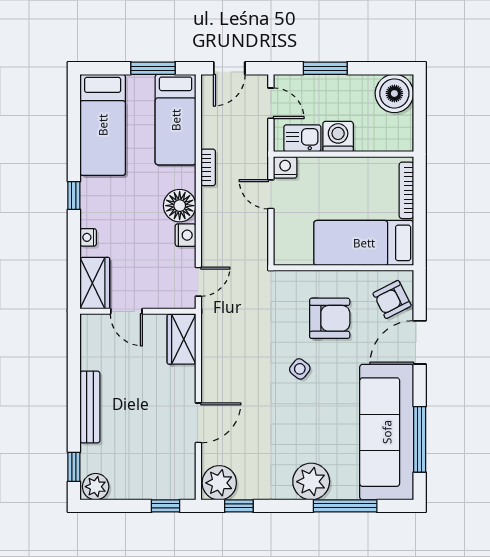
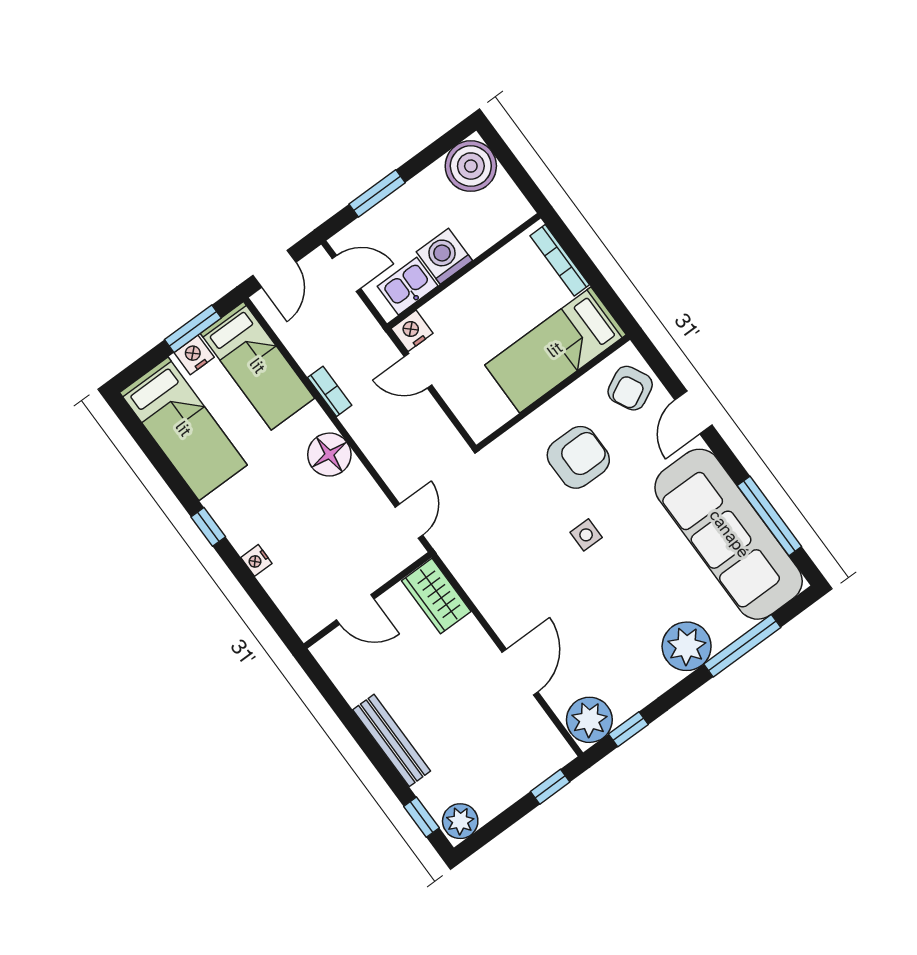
nightstand: (186, 235) -> (194, 355), moved, turned -90
wardrobe: (95, 283) -> (299, 604), removed
door: (420, 342) -> (693, 412), width x0.73
side table: (300, 369) -> (586, 535), turned -38

